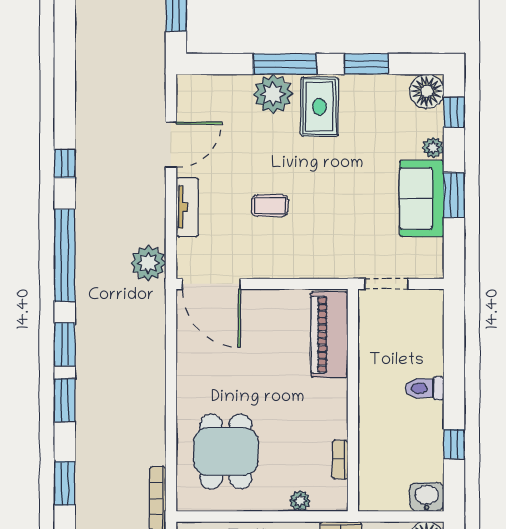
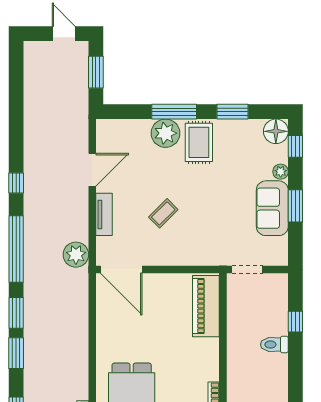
coffee table: (270, 206) -> (163, 213), turned -45
window: (454, 444) -> (295, 322), moved

